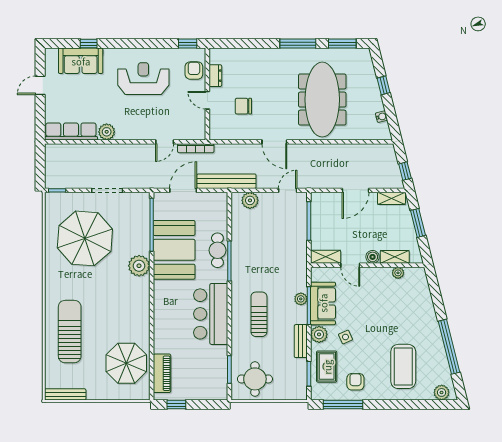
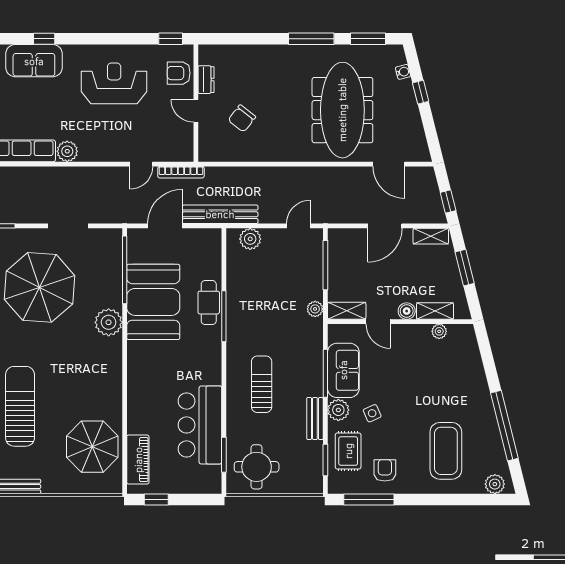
armchair: (194, 71) -> (179, 73), turned -90
chair: (243, 106) -> (242, 118), turned -52
water cooler: (381, 117) -> (403, 72), moved
door: (274, 142) -> (389, 164), moved
plant: (301, 299) -> (315, 309), moved
bar counter: (211, 314) -> (200, 425), moved

